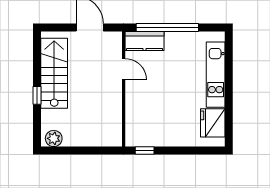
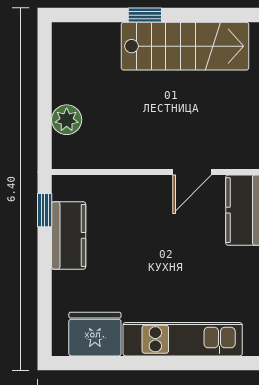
kitchen counter: (158, 137) -> (69, 235), added
plant: (54, 138) -> (67, 120), moved

